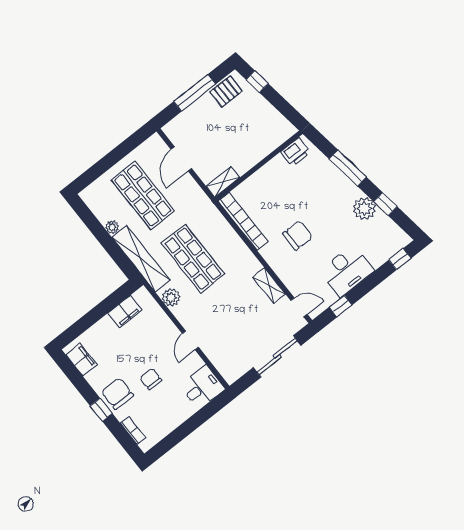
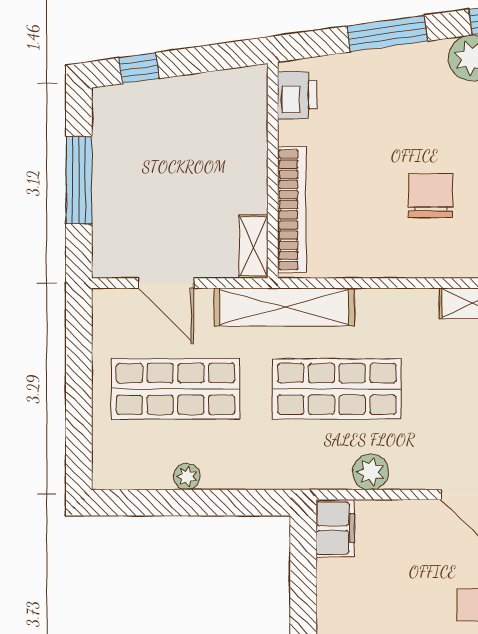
pallet: (226, 91) -> (116, 129), removed
bookcase: (243, 221) -> (292, 210), moved, turned 90
shelving: (141, 259) -> (284, 307), moved
filing cabinet: (125, 312) -> (335, 528), moved

